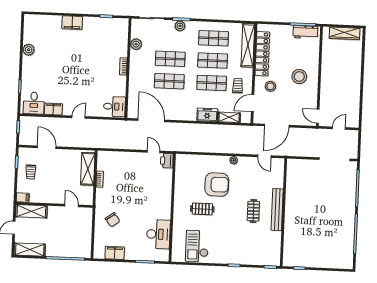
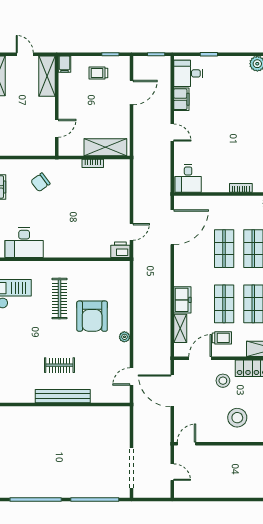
door: (253, 103) -> (200, 358), hinge flipped
clothes rail: (202, 209) -> (59, 299), width x1.36

